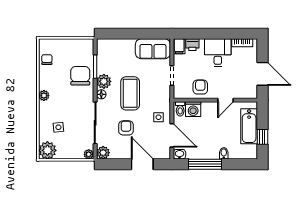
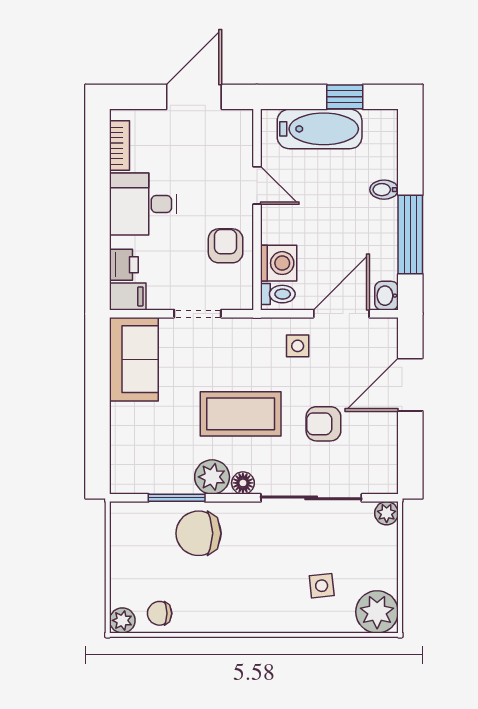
armchair: (200, 87) -> (226, 246), turned 90
plant: (44, 96) -> (122, 620), moved
plant: (103, 153) -> (383, 479), removed

